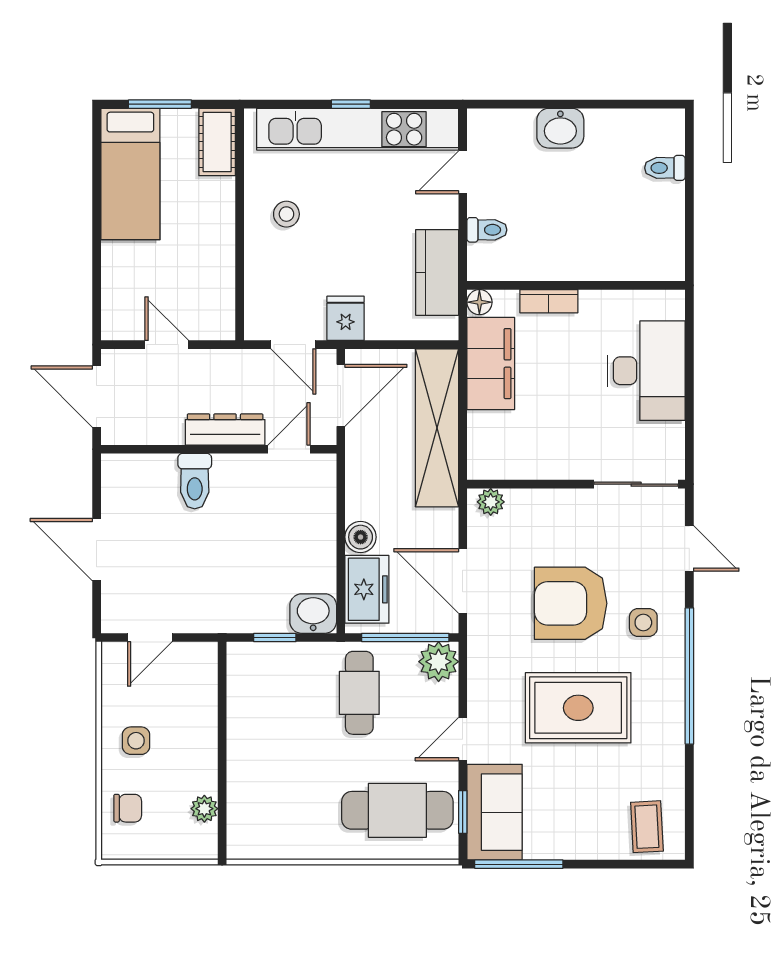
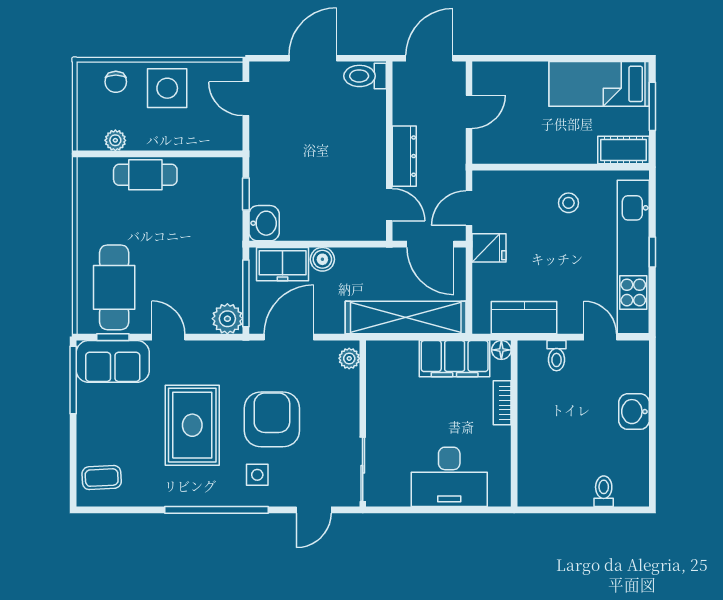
toilet: (195, 481) -> (365, 76), moved
cafe table: (359, 693) -> (145, 175), moved
side table: (136, 741) -> (167, 88), width x1.87, depth x1.87

